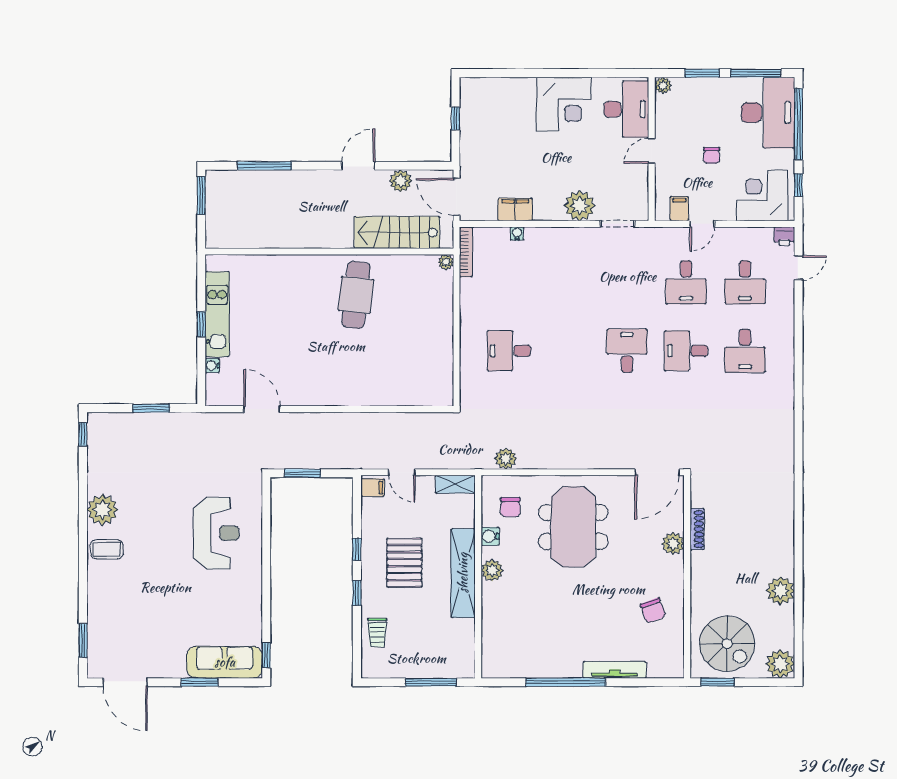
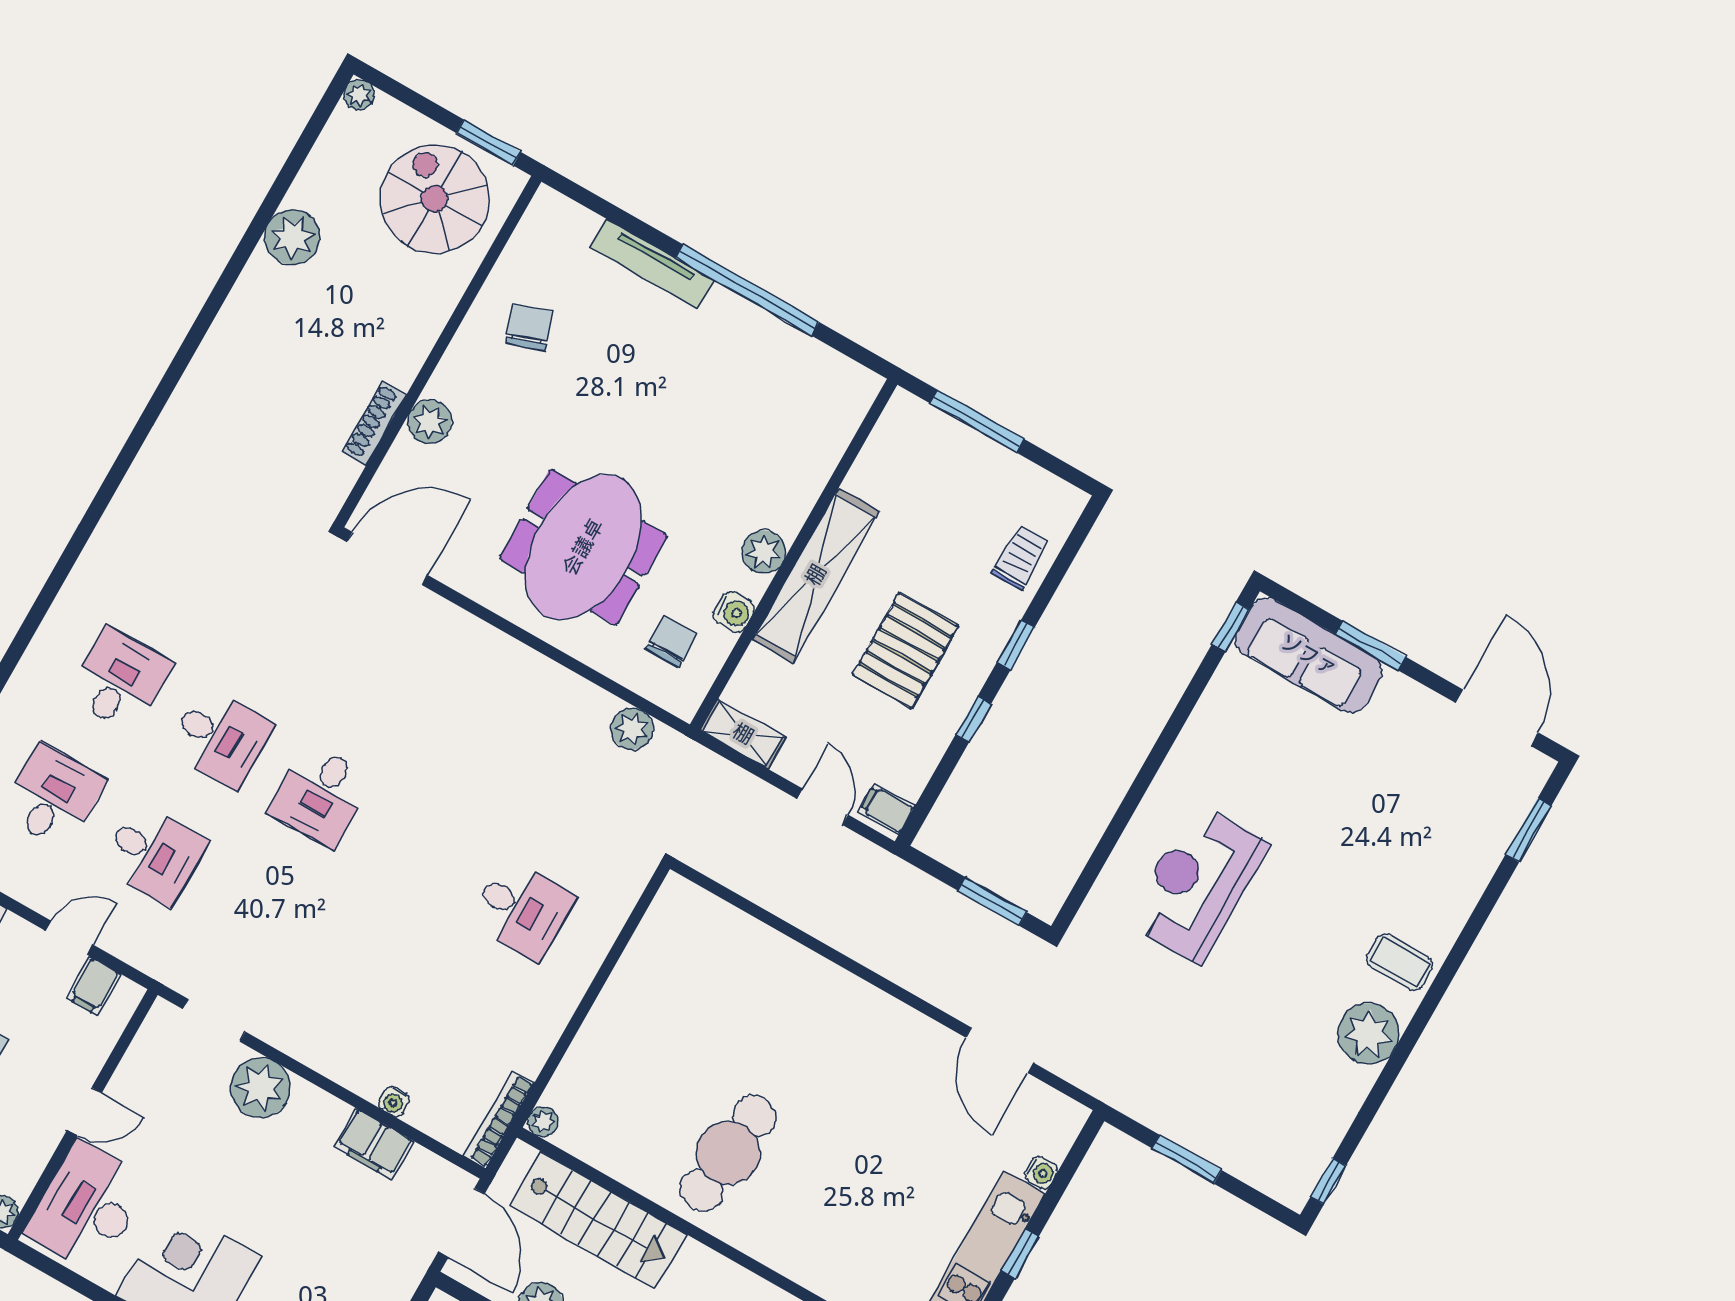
desk: (686, 282) -> (154, 854), turned 90
plant: (780, 664) -> (359, 95), width x0.53, depth x0.53

